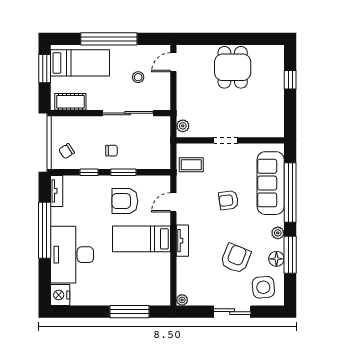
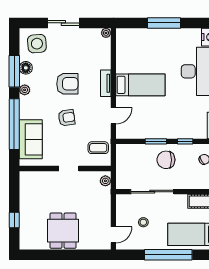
chair: (112, 151) -> (166, 160), width x1.87, depth x1.87
sofa: (271, 183) -> (31, 139), width x0.73
armchair: (125, 201) -> (155, 117), removed
armchair: (236, 258) -> (67, 84), moved, turned -112
window: (130, 312) -> (164, 23), moved

